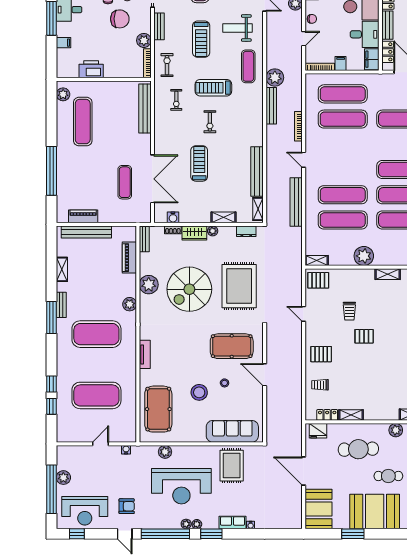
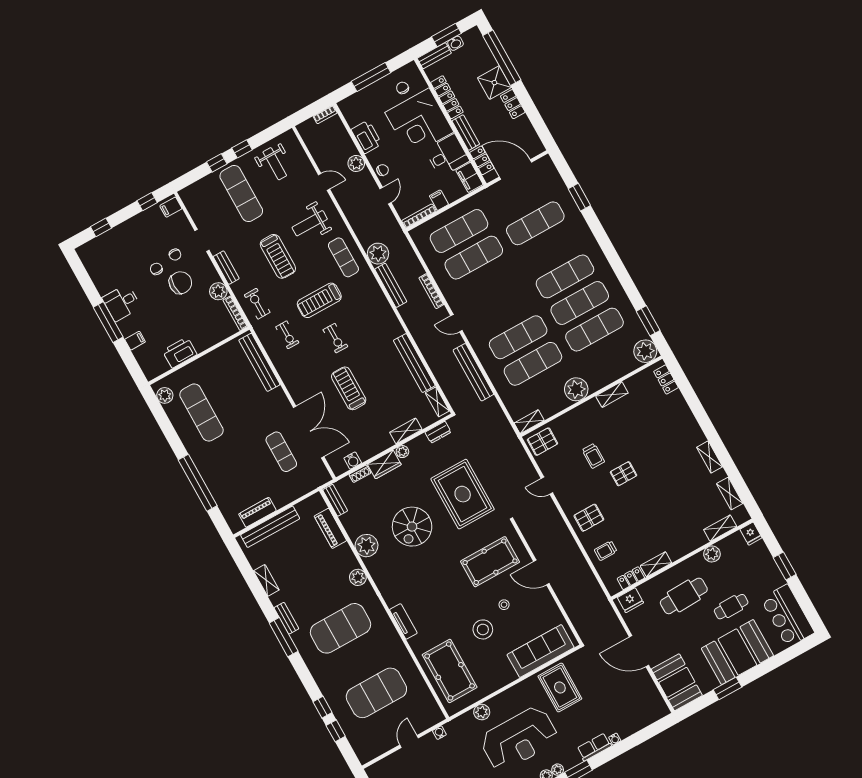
spiral stairs: (189, 289) -> (412, 527), width x0.73, depth x0.73

